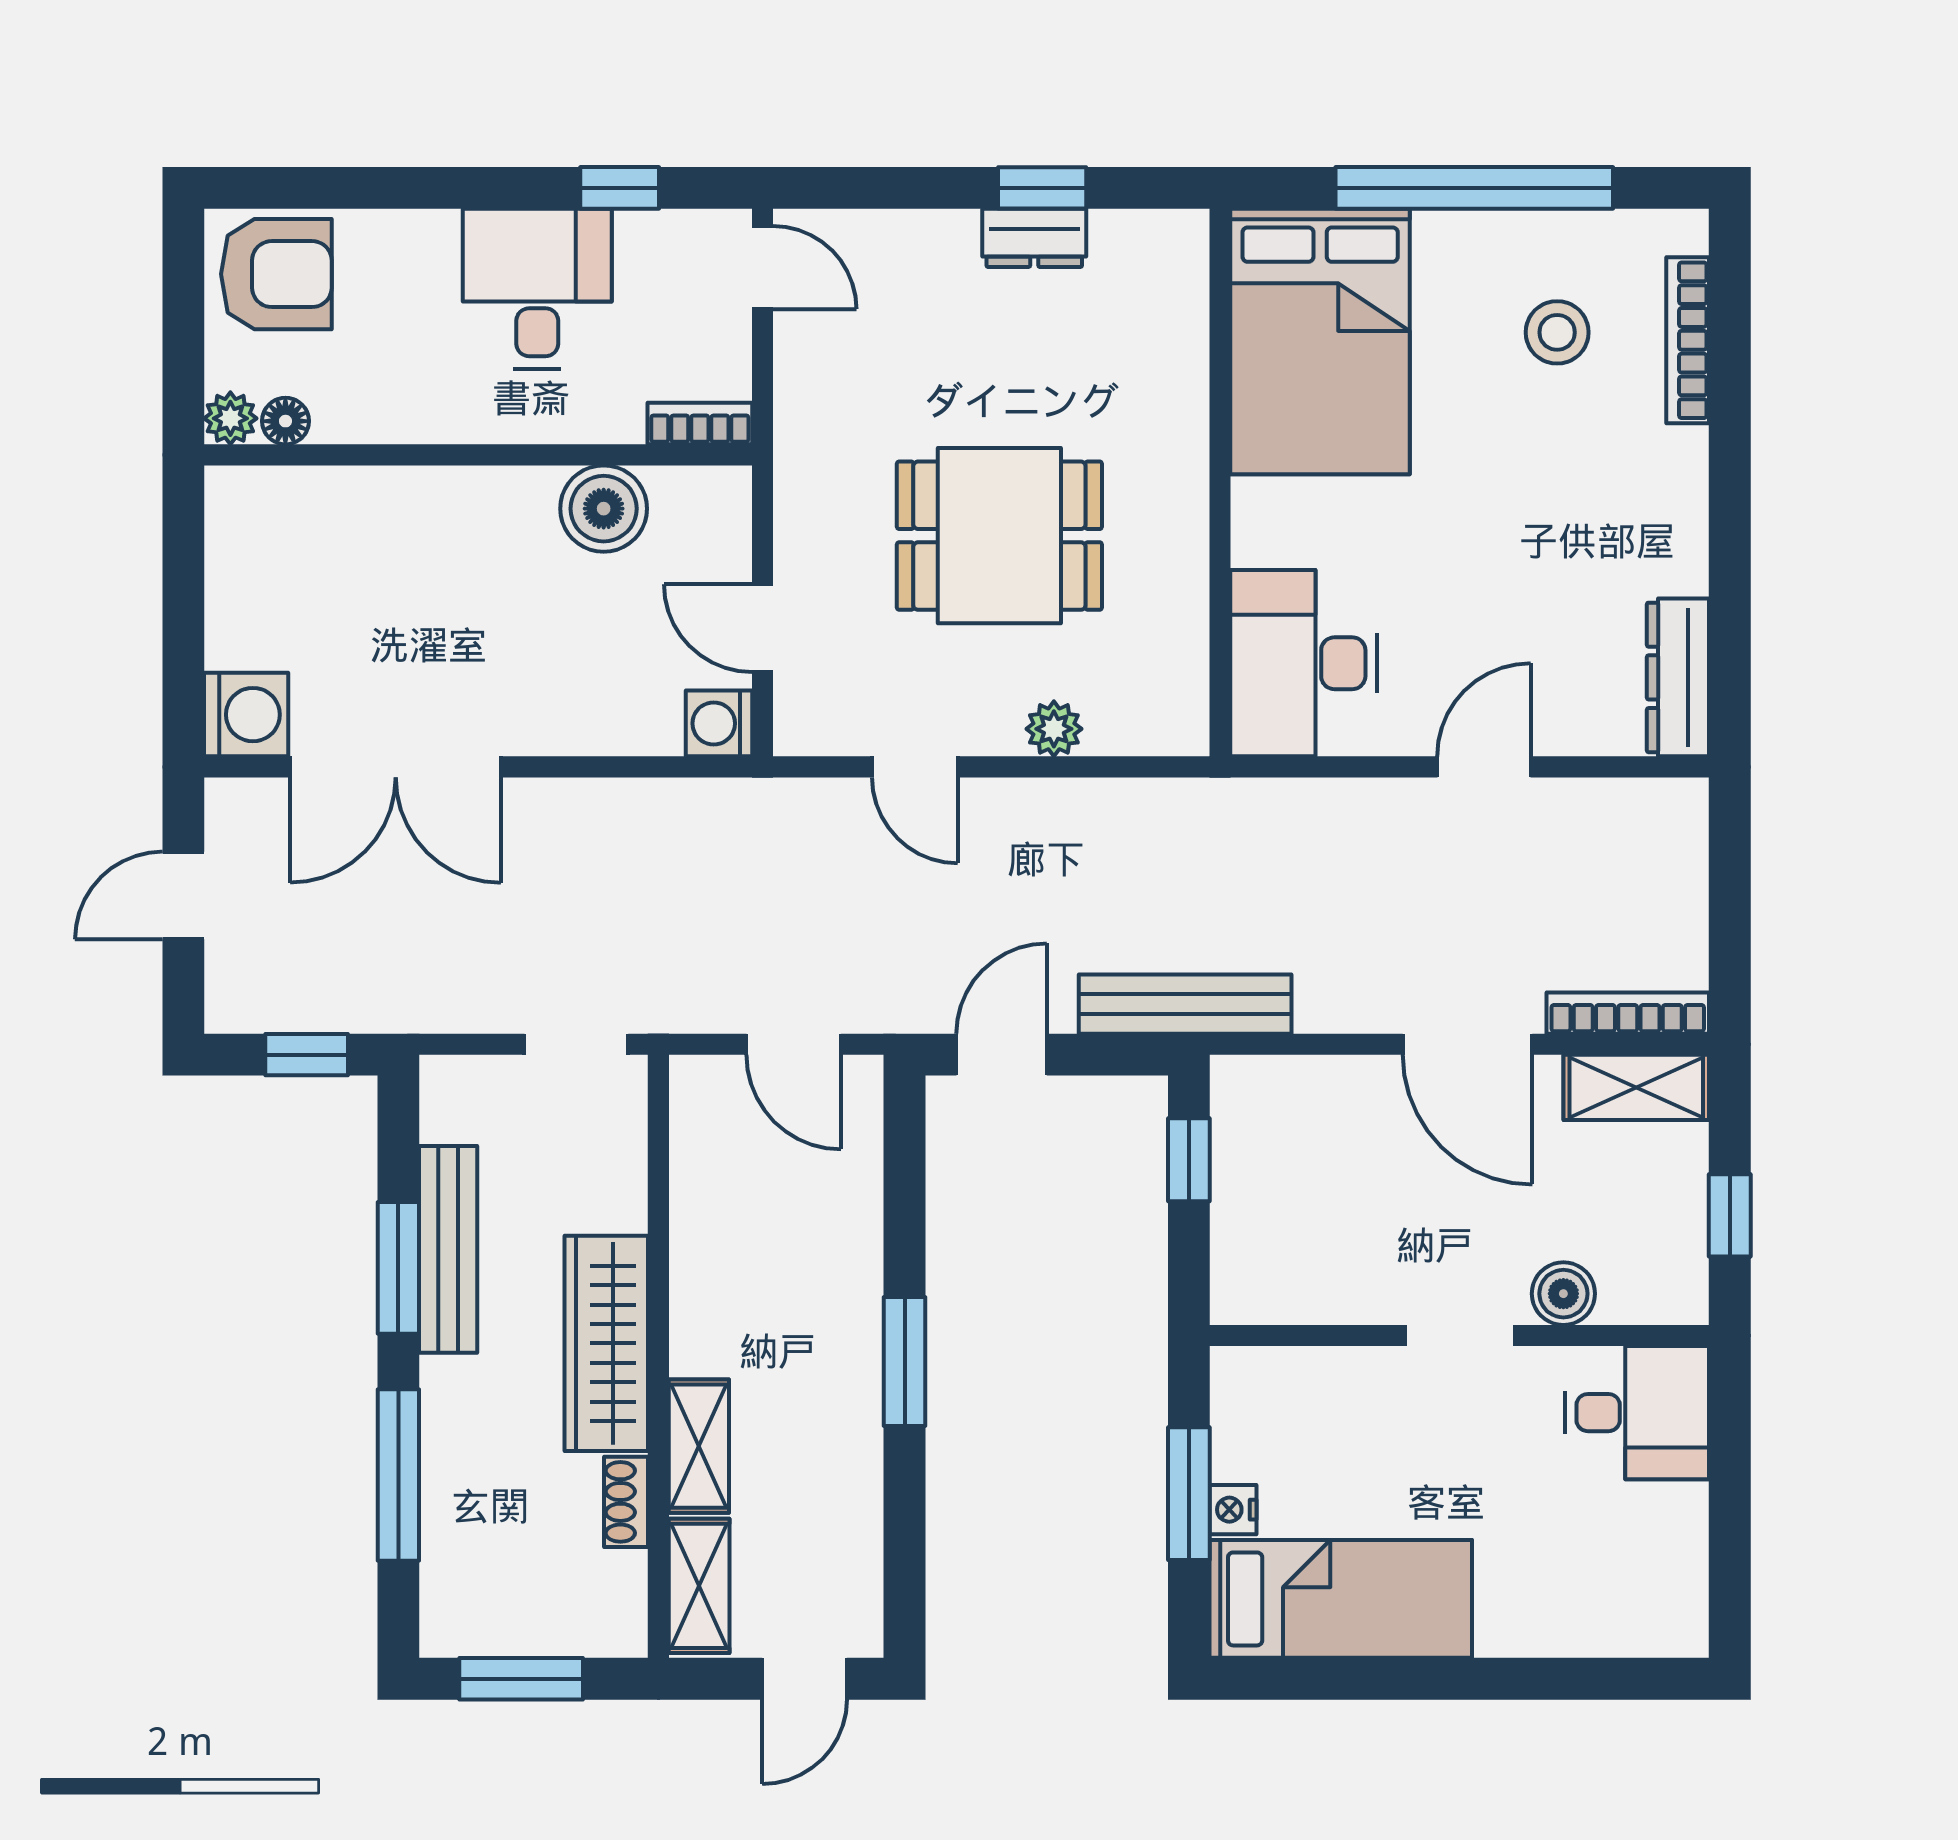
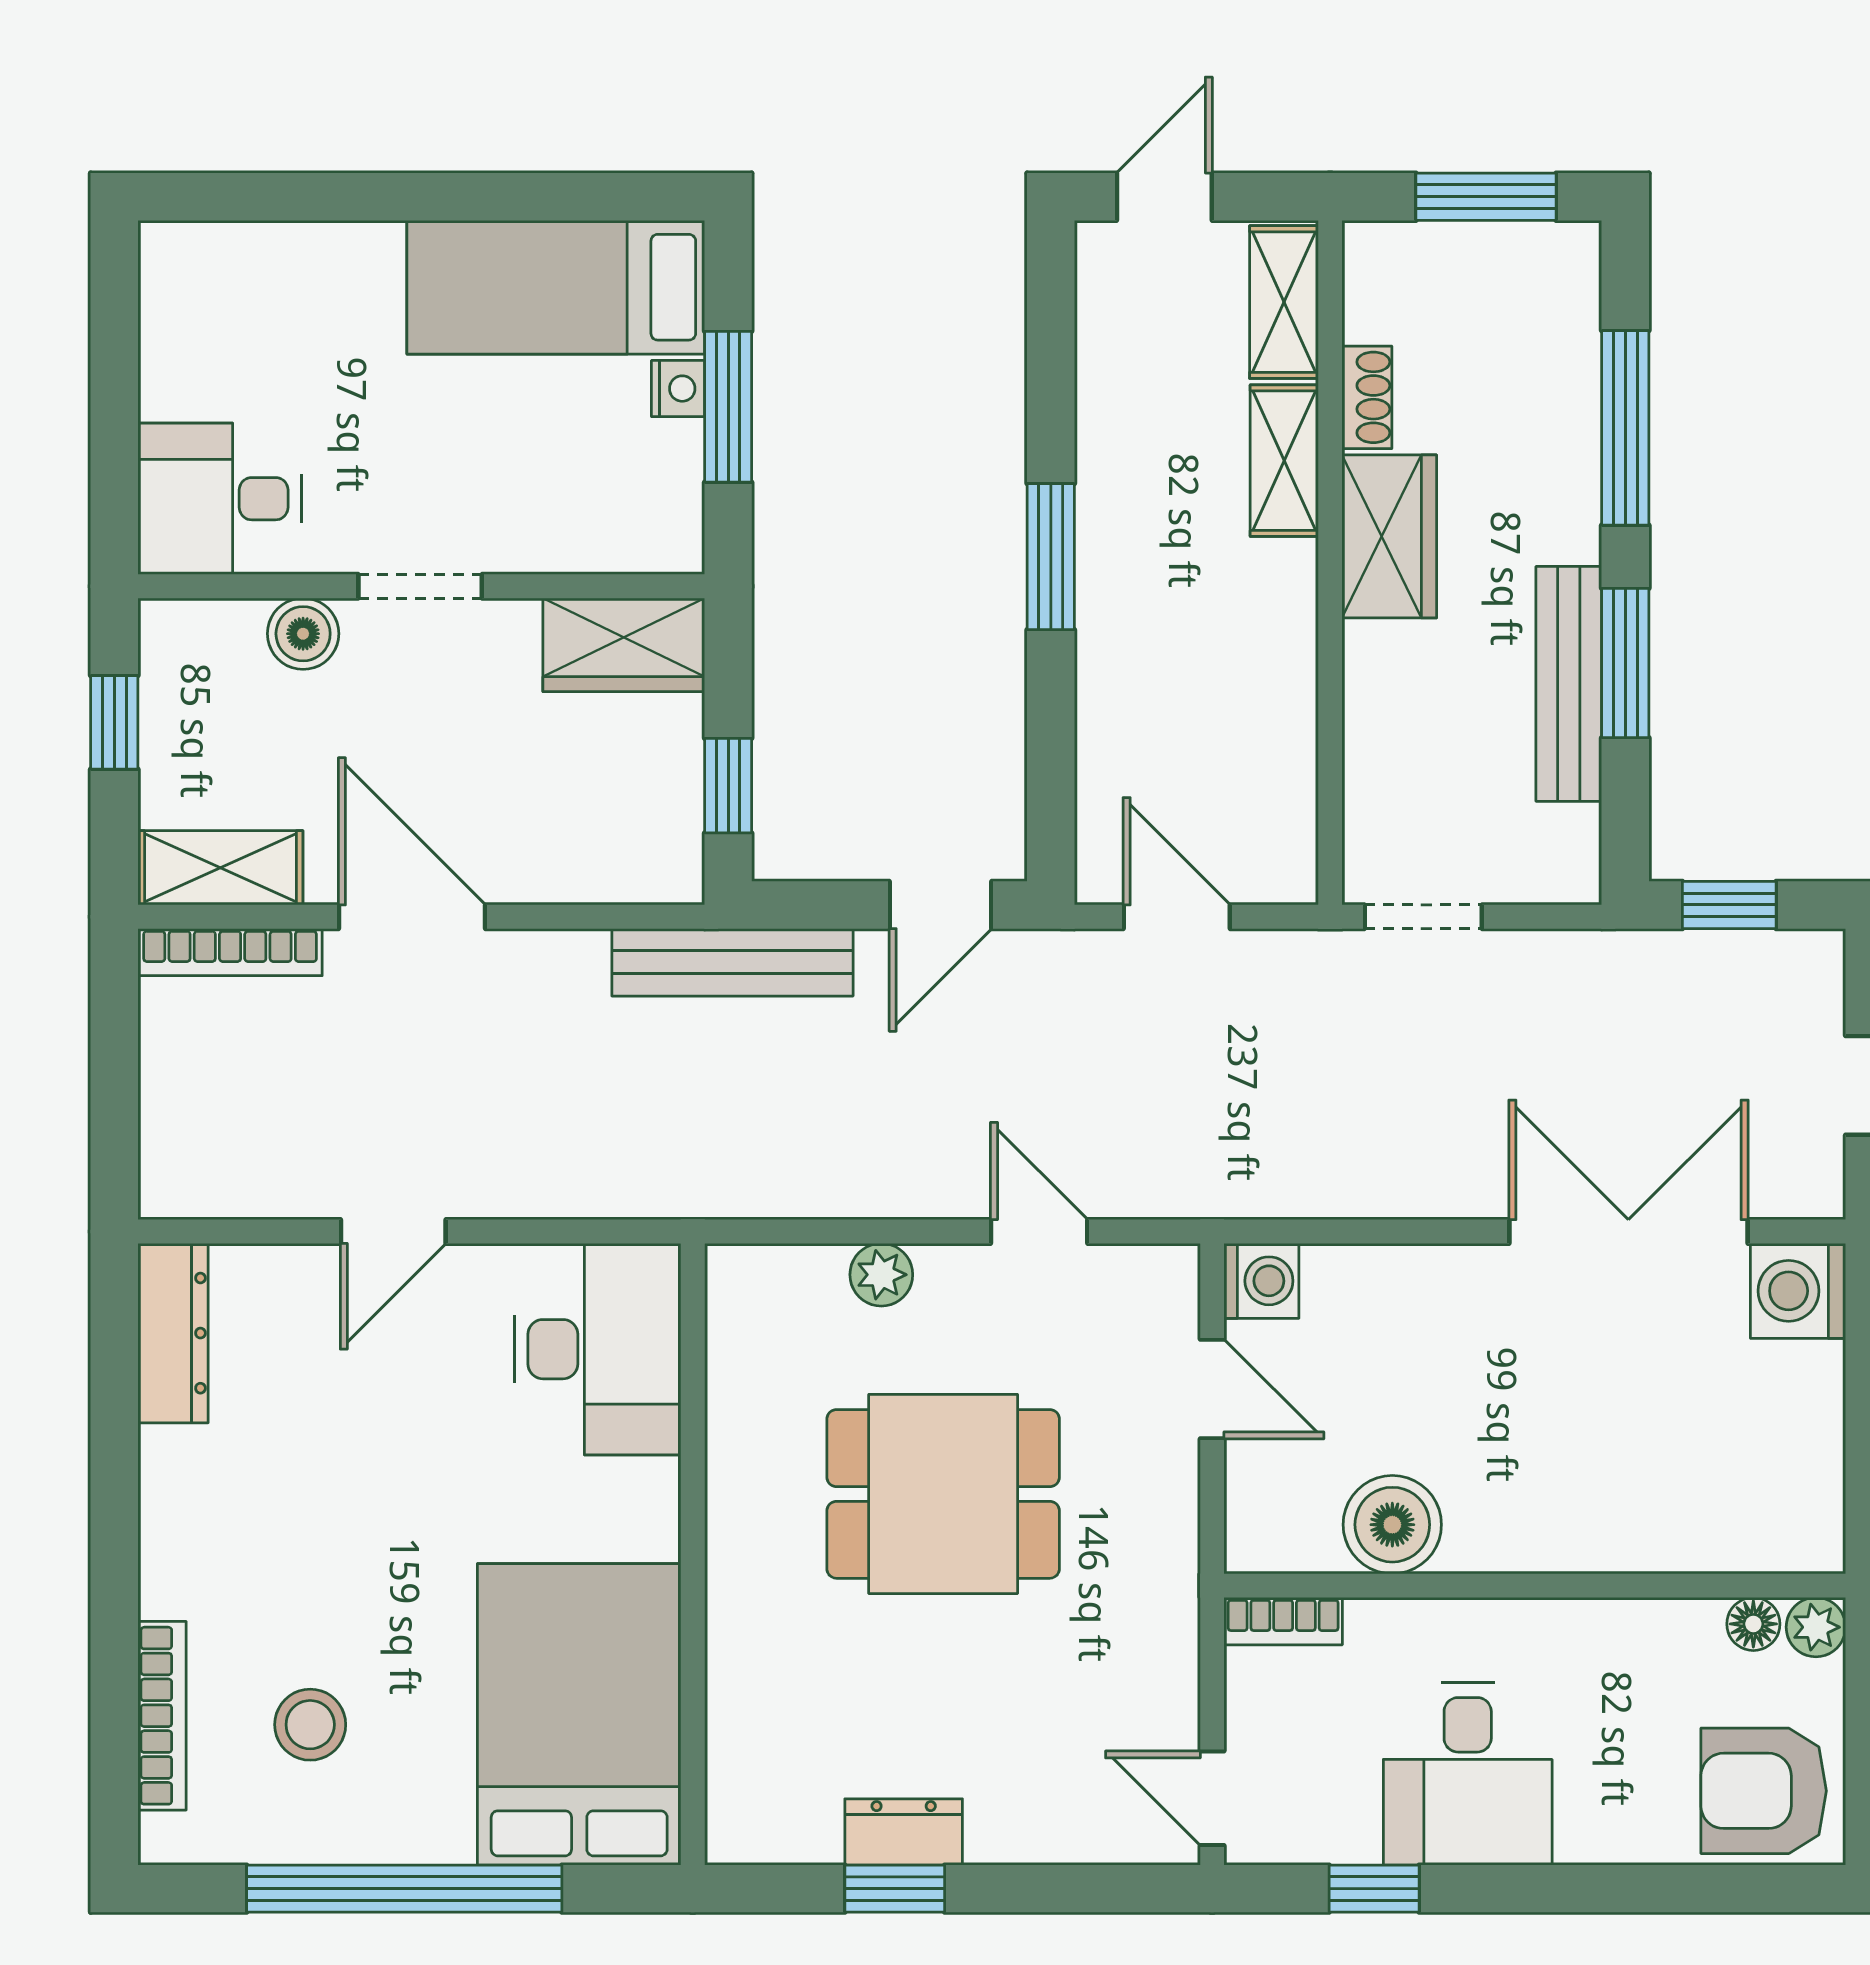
wardrobe: (1281, 1284) -> (624, 645), added
wardrobe: (606, 1343) -> (1389, 536), width x0.67

